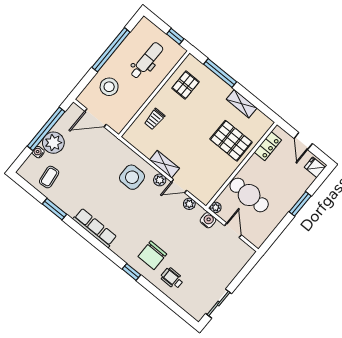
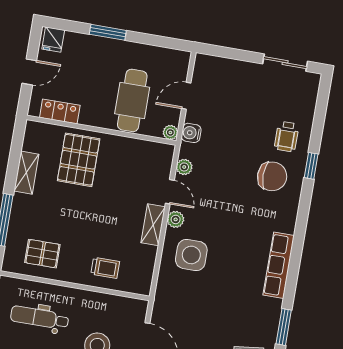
window: (131, 272) -> (311, 166), moved

